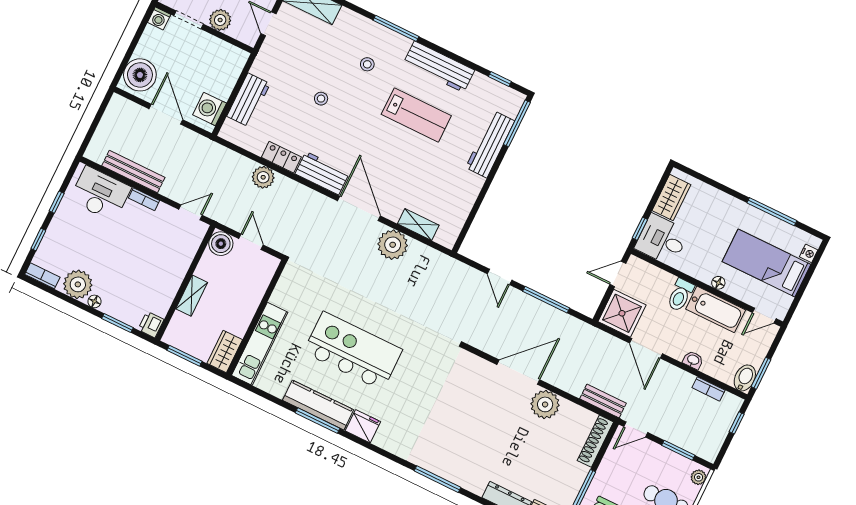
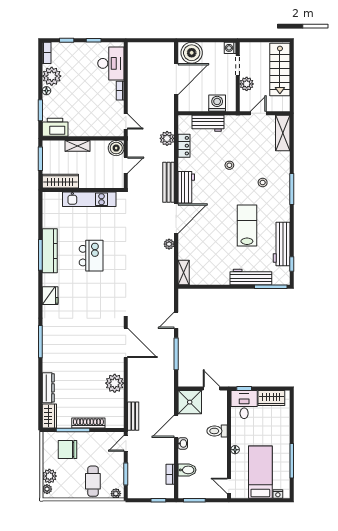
workbench: (439, 67) -> (282, 244), moved
washing machine: (210, 109) -> (217, 103), moved
door: (166, 114) -> (176, 79), width x1.36
lab bench: (416, 115) -> (247, 226), turned 180
locker: (281, 157) -> (184, 146), moved
bench: (133, 172) -> (169, 182), moved
plant: (263, 177) -> (167, 138), moved
shelving: (418, 225) -> (184, 272), moved
plant: (393, 245) -> (169, 244), width x0.53, depth x0.53
bathtub: (716, 309) -> (219, 456), removed
printer: (151, 325) -> (55, 127), width x1.87, depth x1.48
kitchen unit: (260, 344) -> (89, 199), moved
wardrobe: (225, 351) -> (60, 181), width x1.50
kitchen island: (353, 351) -> (91, 256), width x0.54, depth x0.78
washbasin: (693, 360) -> (183, 443), moved
door: (518, 372) -> (126, 343), moved
bidet: (745, 378) -> (187, 470), moved
fridge: (363, 426) -> (50, 296), moved
door: (636, 429) -> (126, 443), hinge flipped
shoe rack: (595, 441) -> (88, 423), moved

